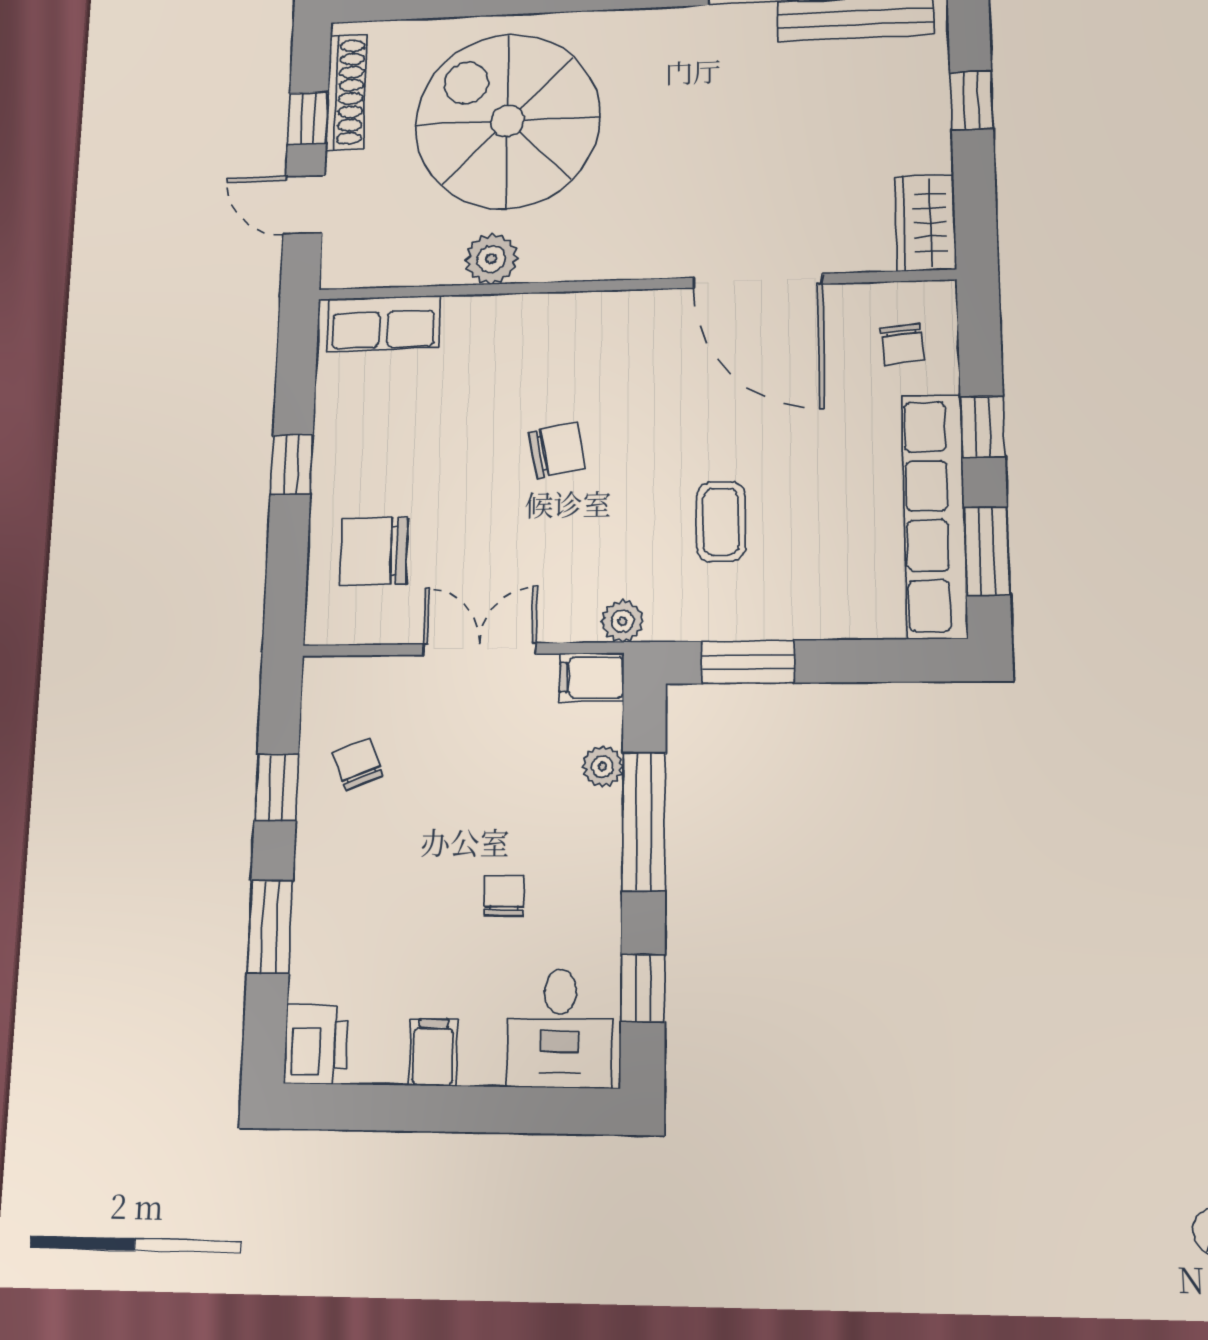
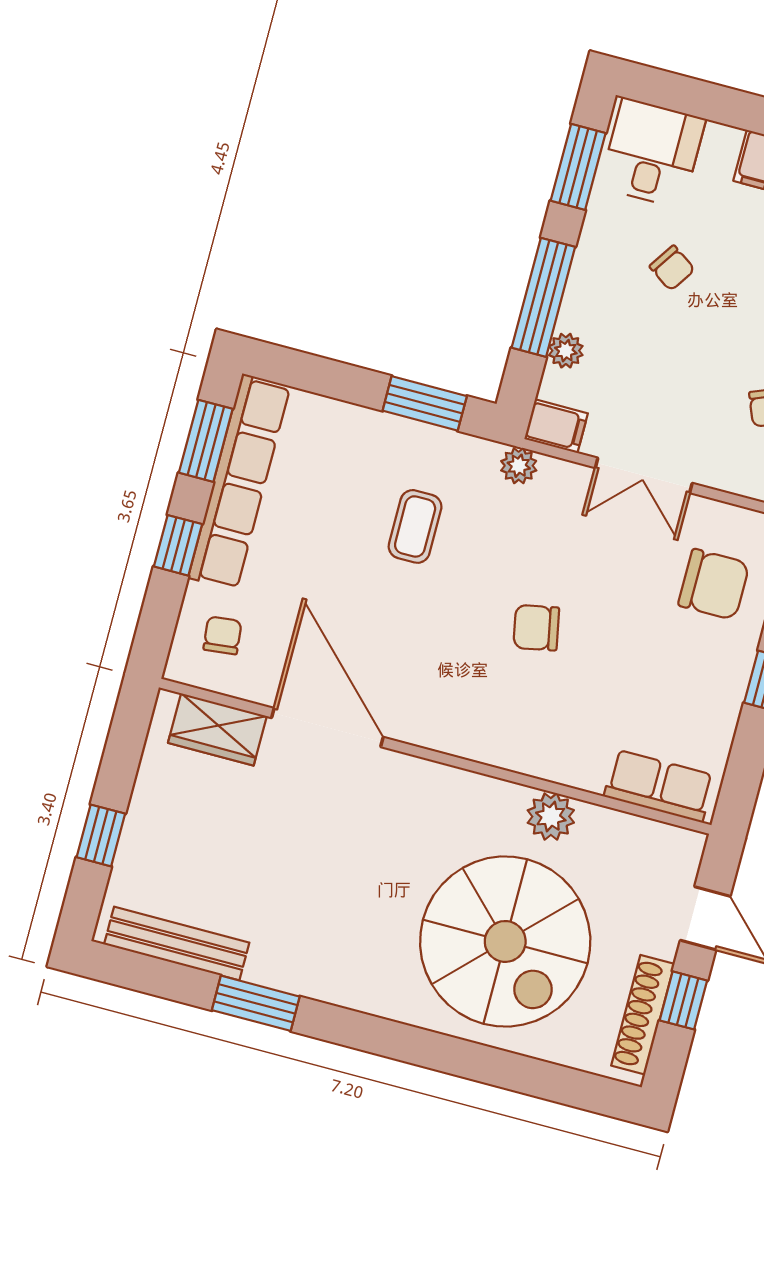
wardrobe: (925, 223) -> (217, 729), moved, turned 90
chair: (504, 896) -> (672, 268), turned -56
window: (643, 988) -> (578, 167), width x1.50

